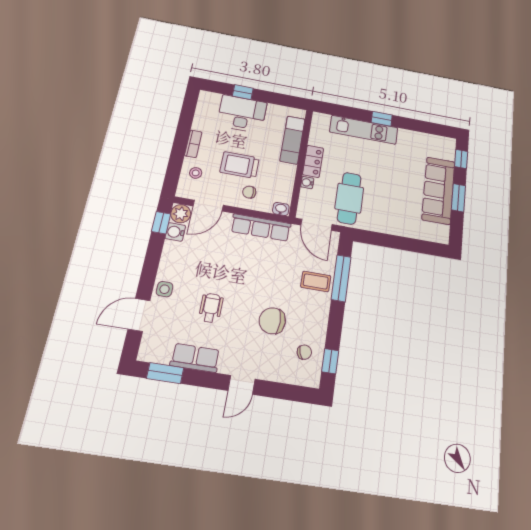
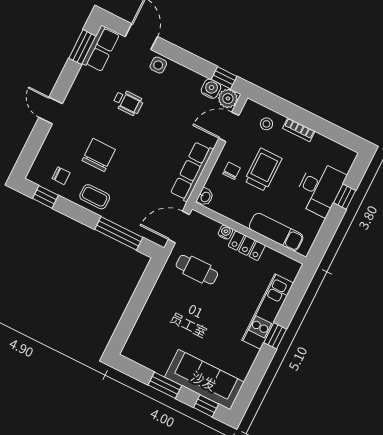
sofa: (438, 190) -> (204, 380), moved
cafe table: (349, 198) -> (197, 270), width x0.73, depth x0.74
door: (208, 206) -> (229, 127), hinge flipped
coffee table: (316, 281) -> (95, 197), moved, turned 90
chair: (304, 352) -> (61, 176), turned -70
row of seats: (195, 358) -> (101, 49), moved

